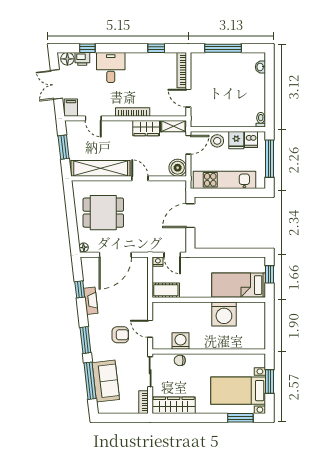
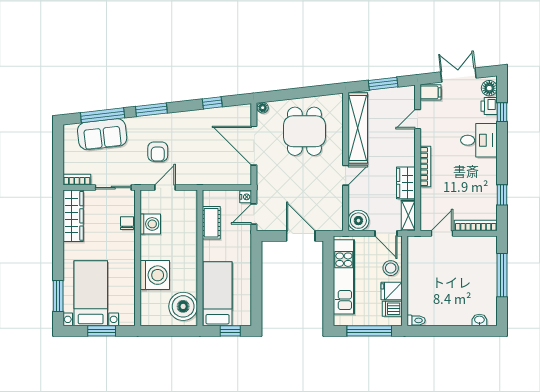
cot: (166, 290) -> (211, 223), moved
fireplace: (91, 301) -> (199, 116), removed
washing machine: (224, 314) -> (155, 275), moved, turned 180
boiler: (249, 314) -> (183, 306), added

